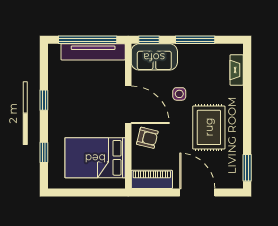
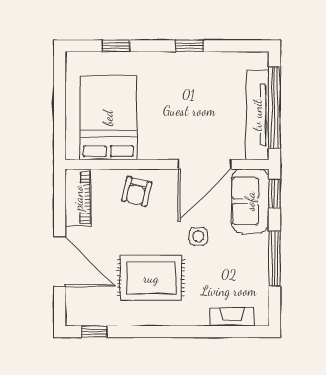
door: (128, 105) -> (204, 164), moved
window: (247, 168) -> (94, 332), width x0.67
door: (197, 192) -> (60, 262), hinge flipped

